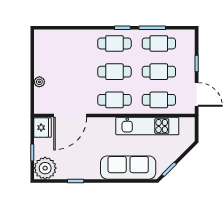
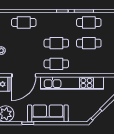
cafe table: (114, 43) -> (24, 22), moved
cafe table: (159, 100) -> (89, 64), removed
kitchen unit: (147, 126) -> (72, 83), width x1.36
sofa: (128, 168) -> (48, 113), moved

